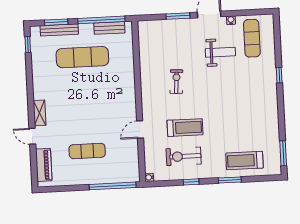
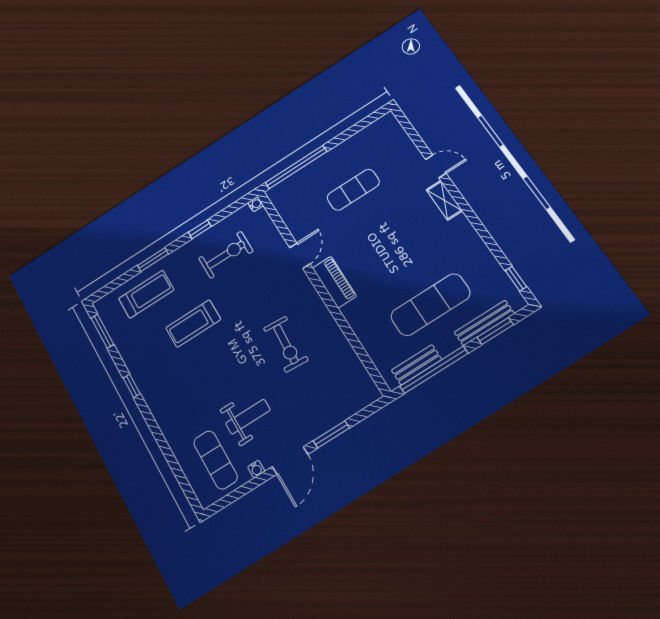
weight bench: (220, 52) -> (248, 417), turned 180
window: (279, 75) -> (132, 386), moved
exercise bike: (176, 82) -> (286, 344), width x1.38, depth x1.39
treadmill: (185, 128) -> (193, 324), moved
piano: (44, 165) -> (334, 282), moved, turned 180

